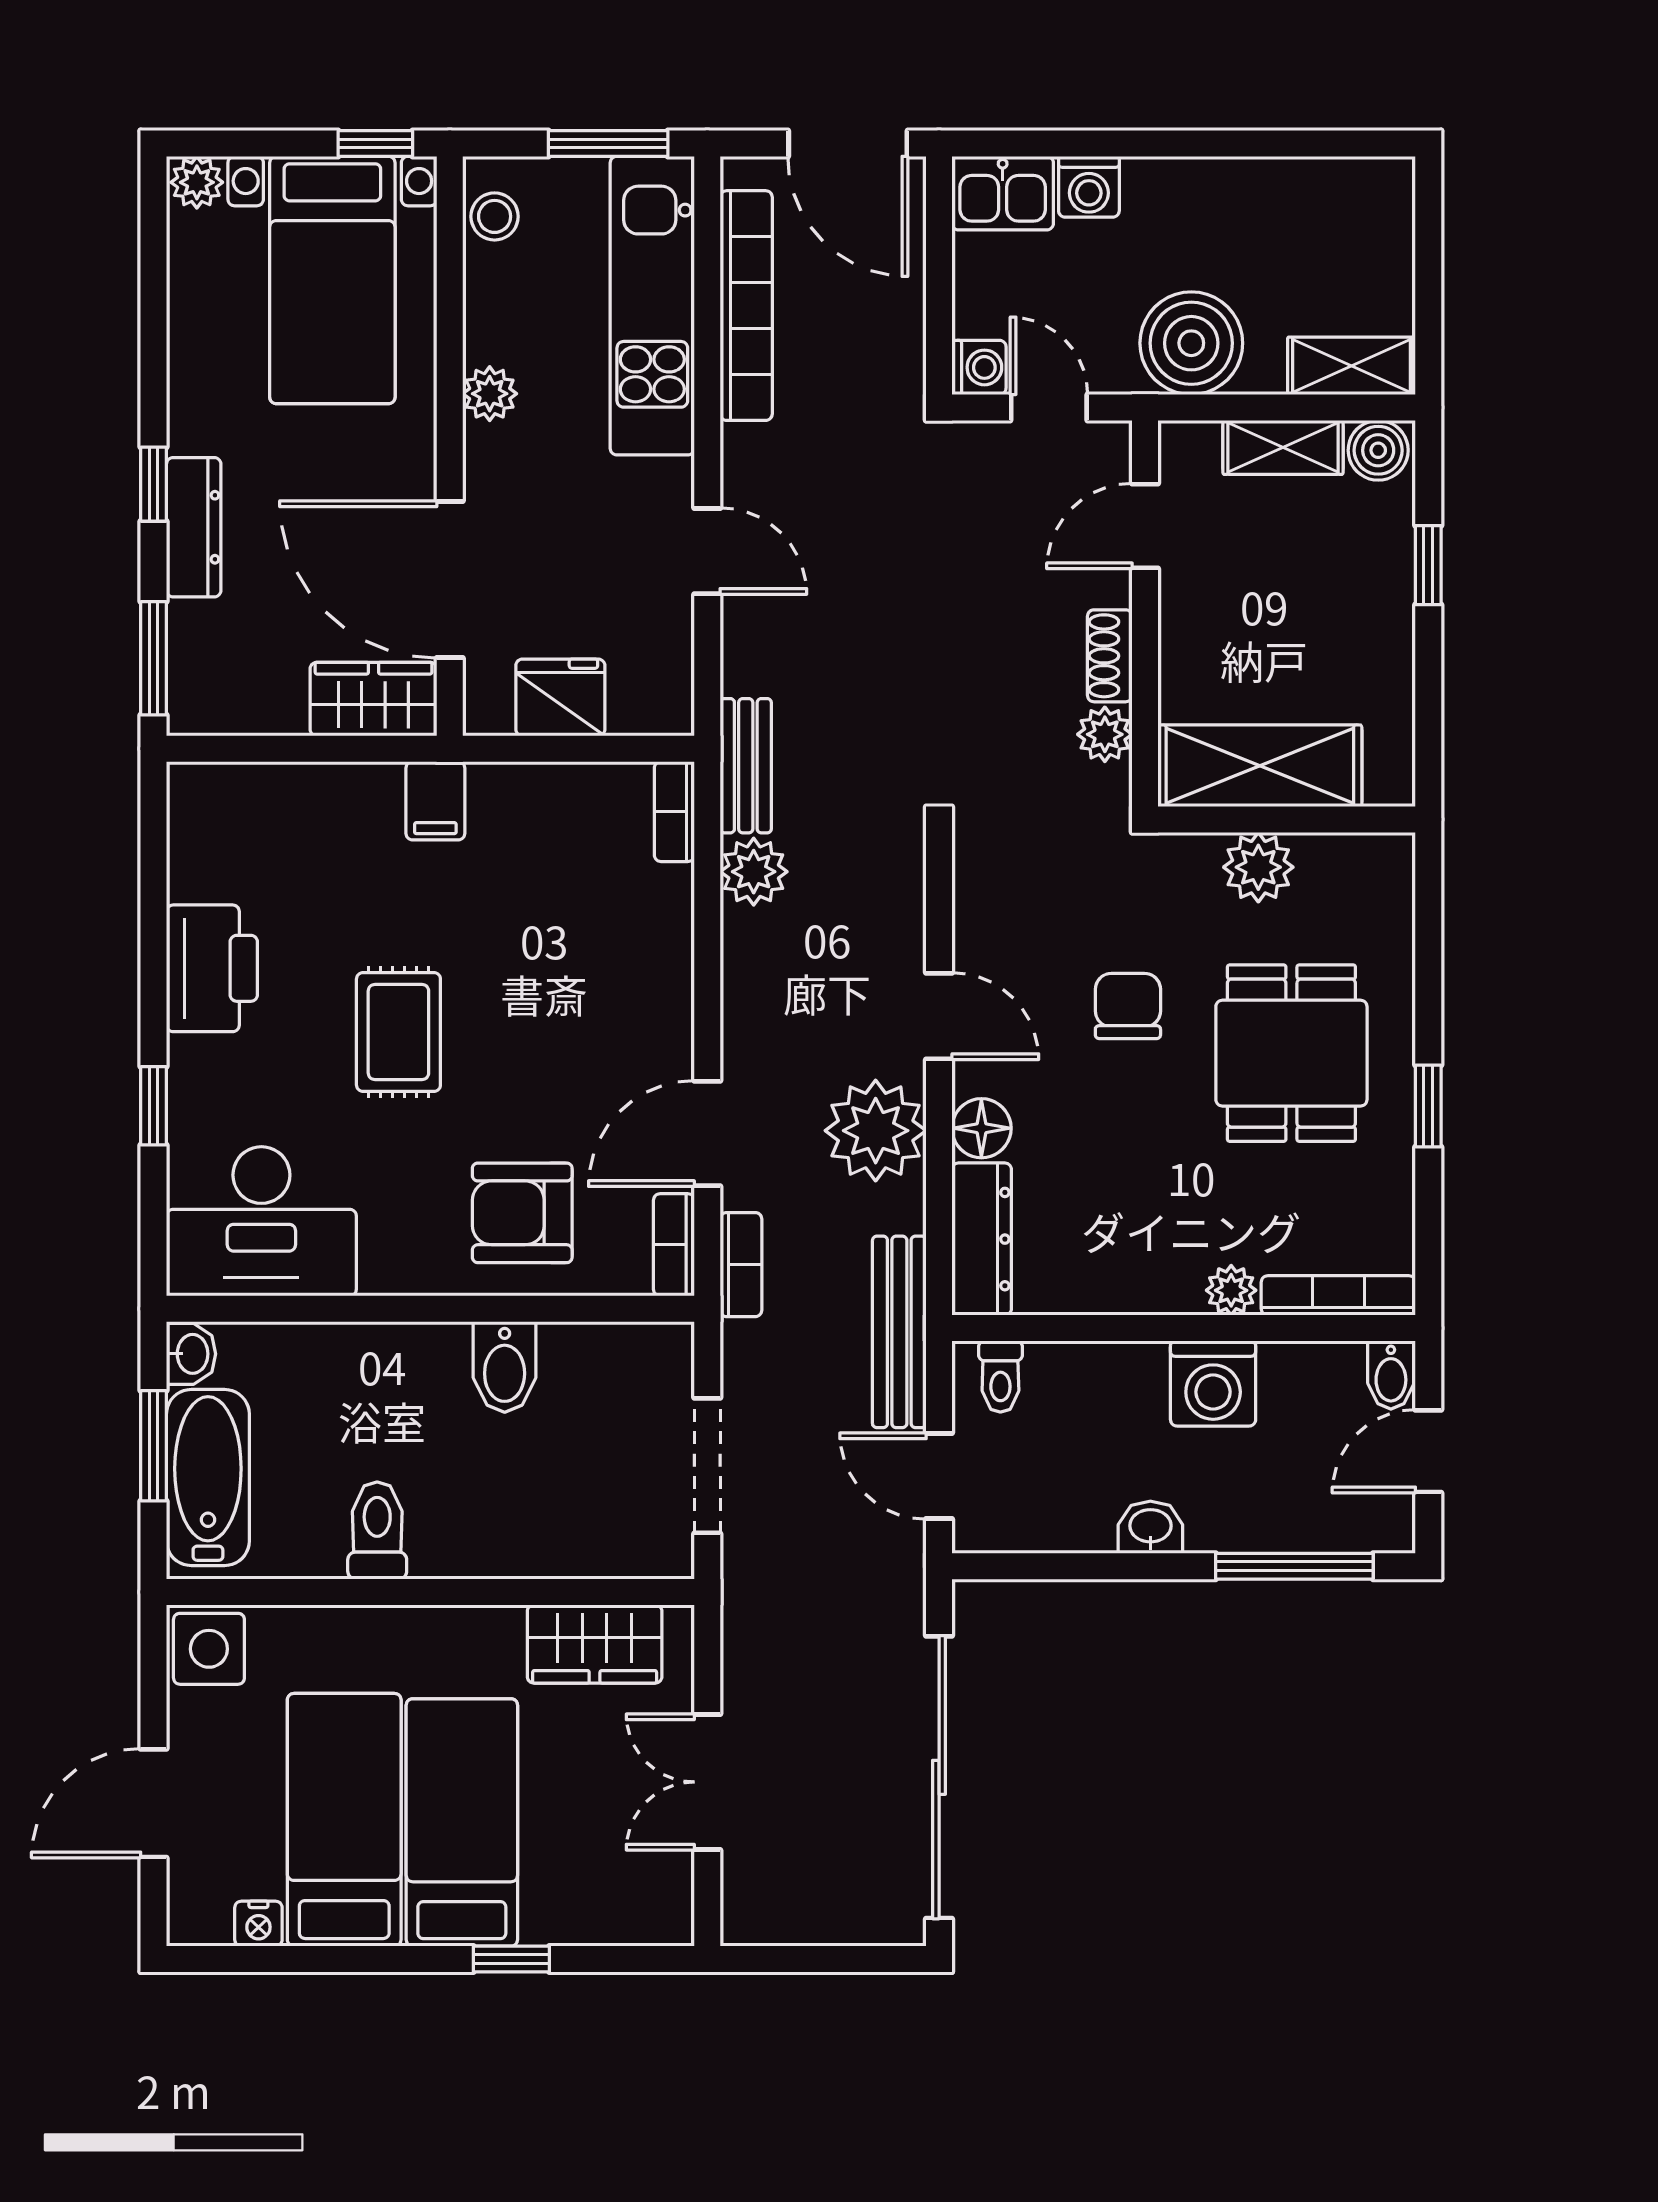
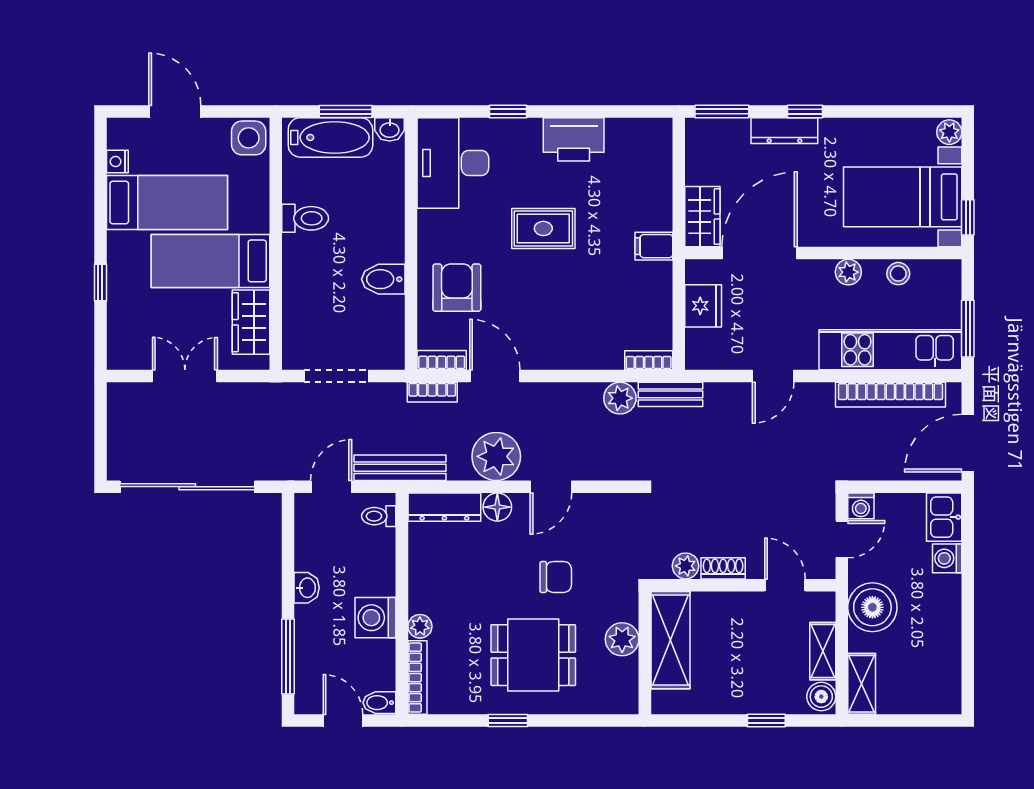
stool: (495, 216) -> (898, 274), moved
bed: (462, 1822) -> (210, 261), moved, turned 180

